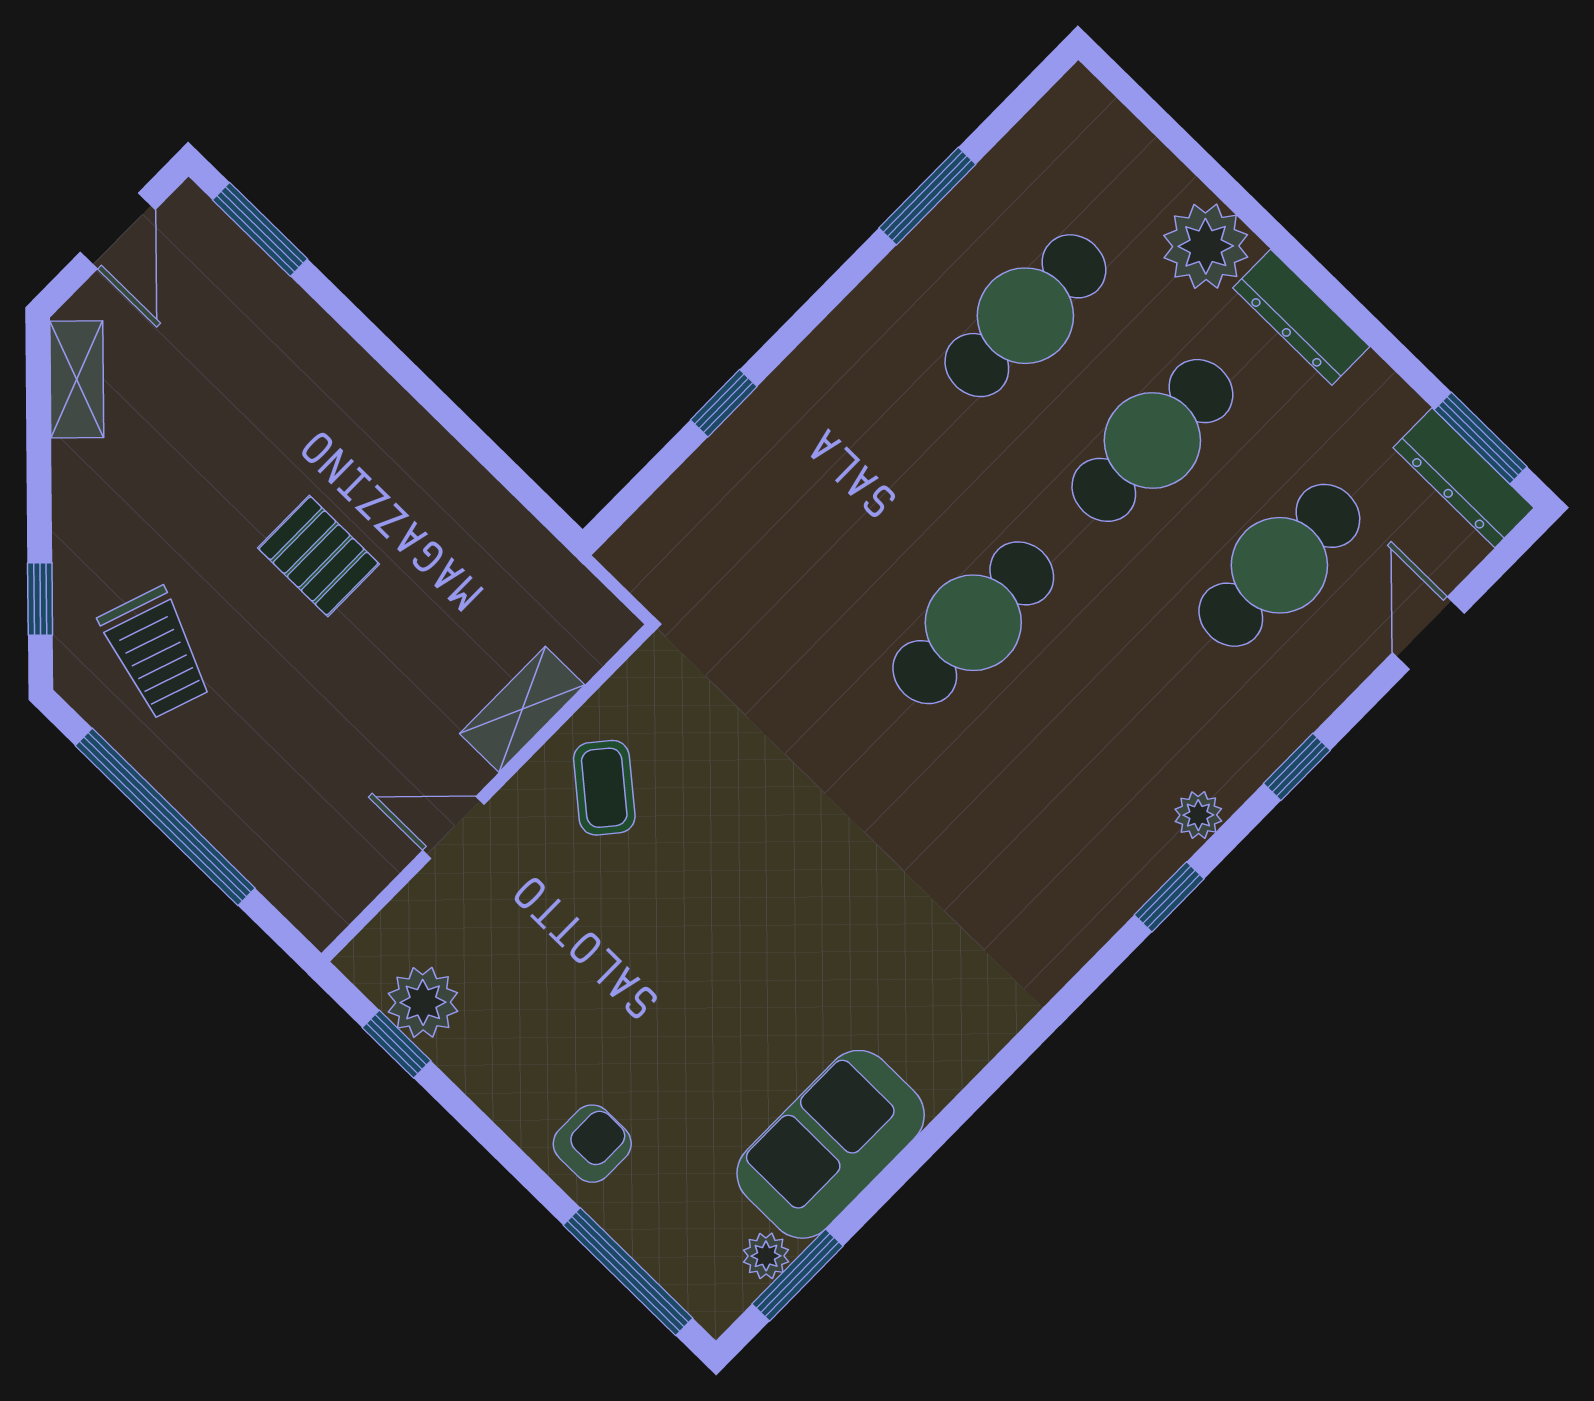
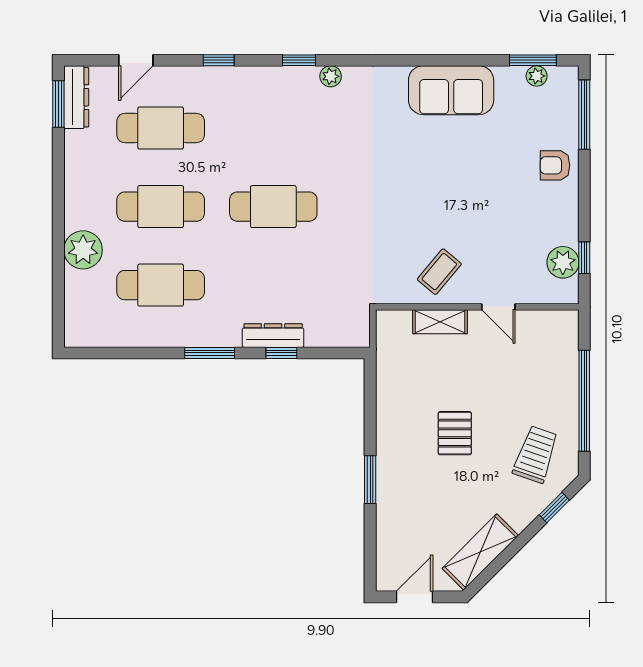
window: (927, 196) -> (210, 353), moved
window: (260, 229) -> (370, 480), moved
dresser: (1301, 317) -> (273, 336), moved, turned -90
shelving: (77, 379) -> (480, 552), width x1.50, depth x1.33
plant: (1198, 815) -> (331, 76), moved
sofa: (831, 1144) -> (451, 90), moved

